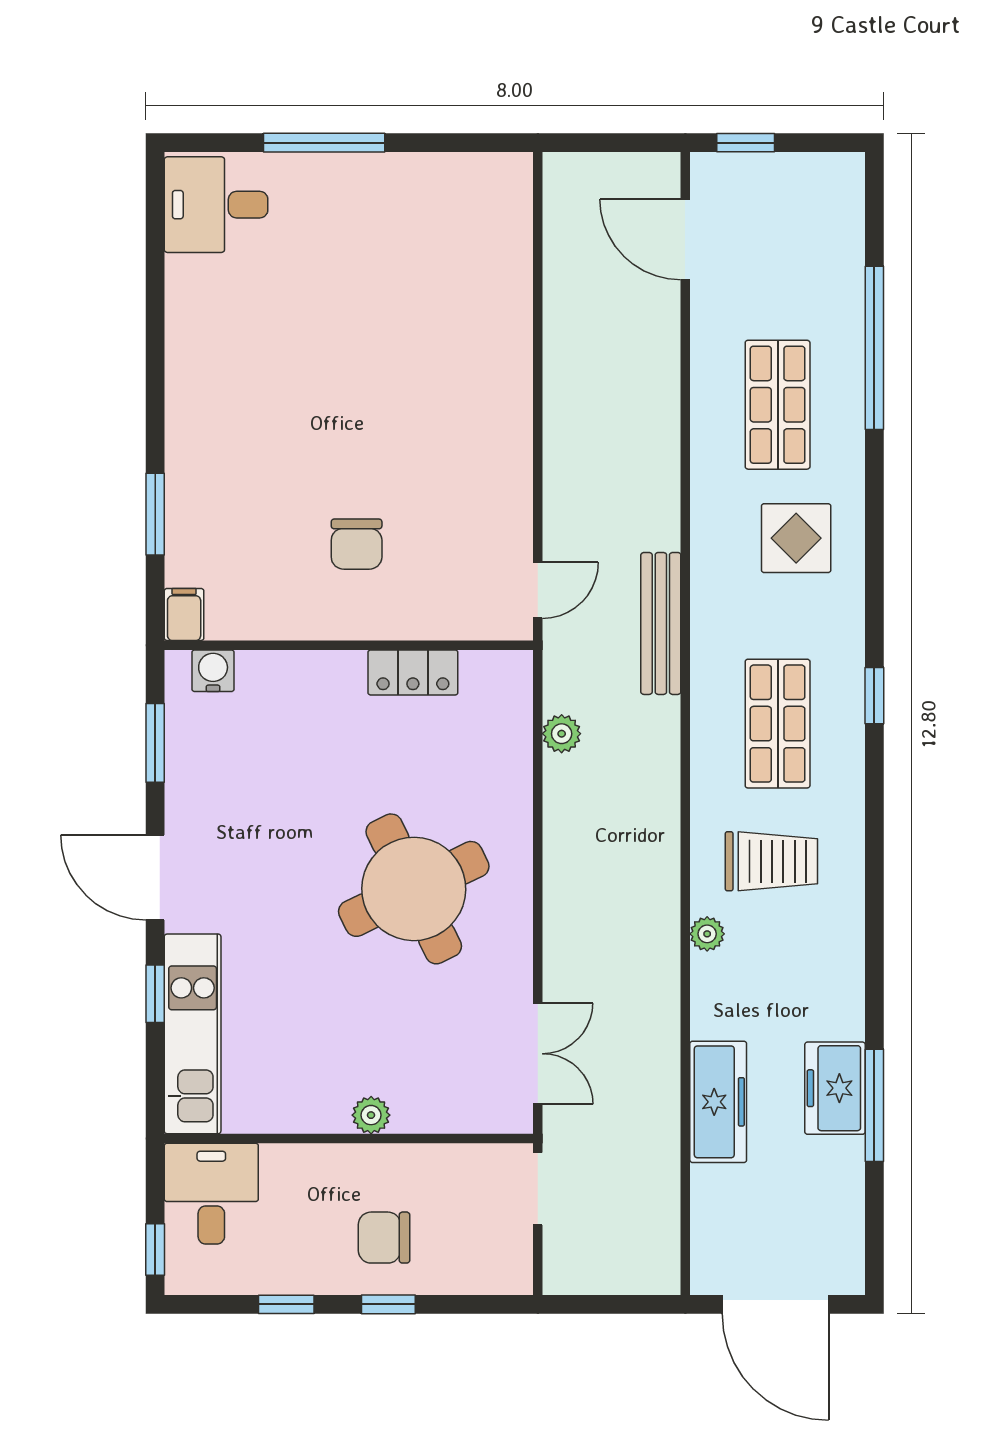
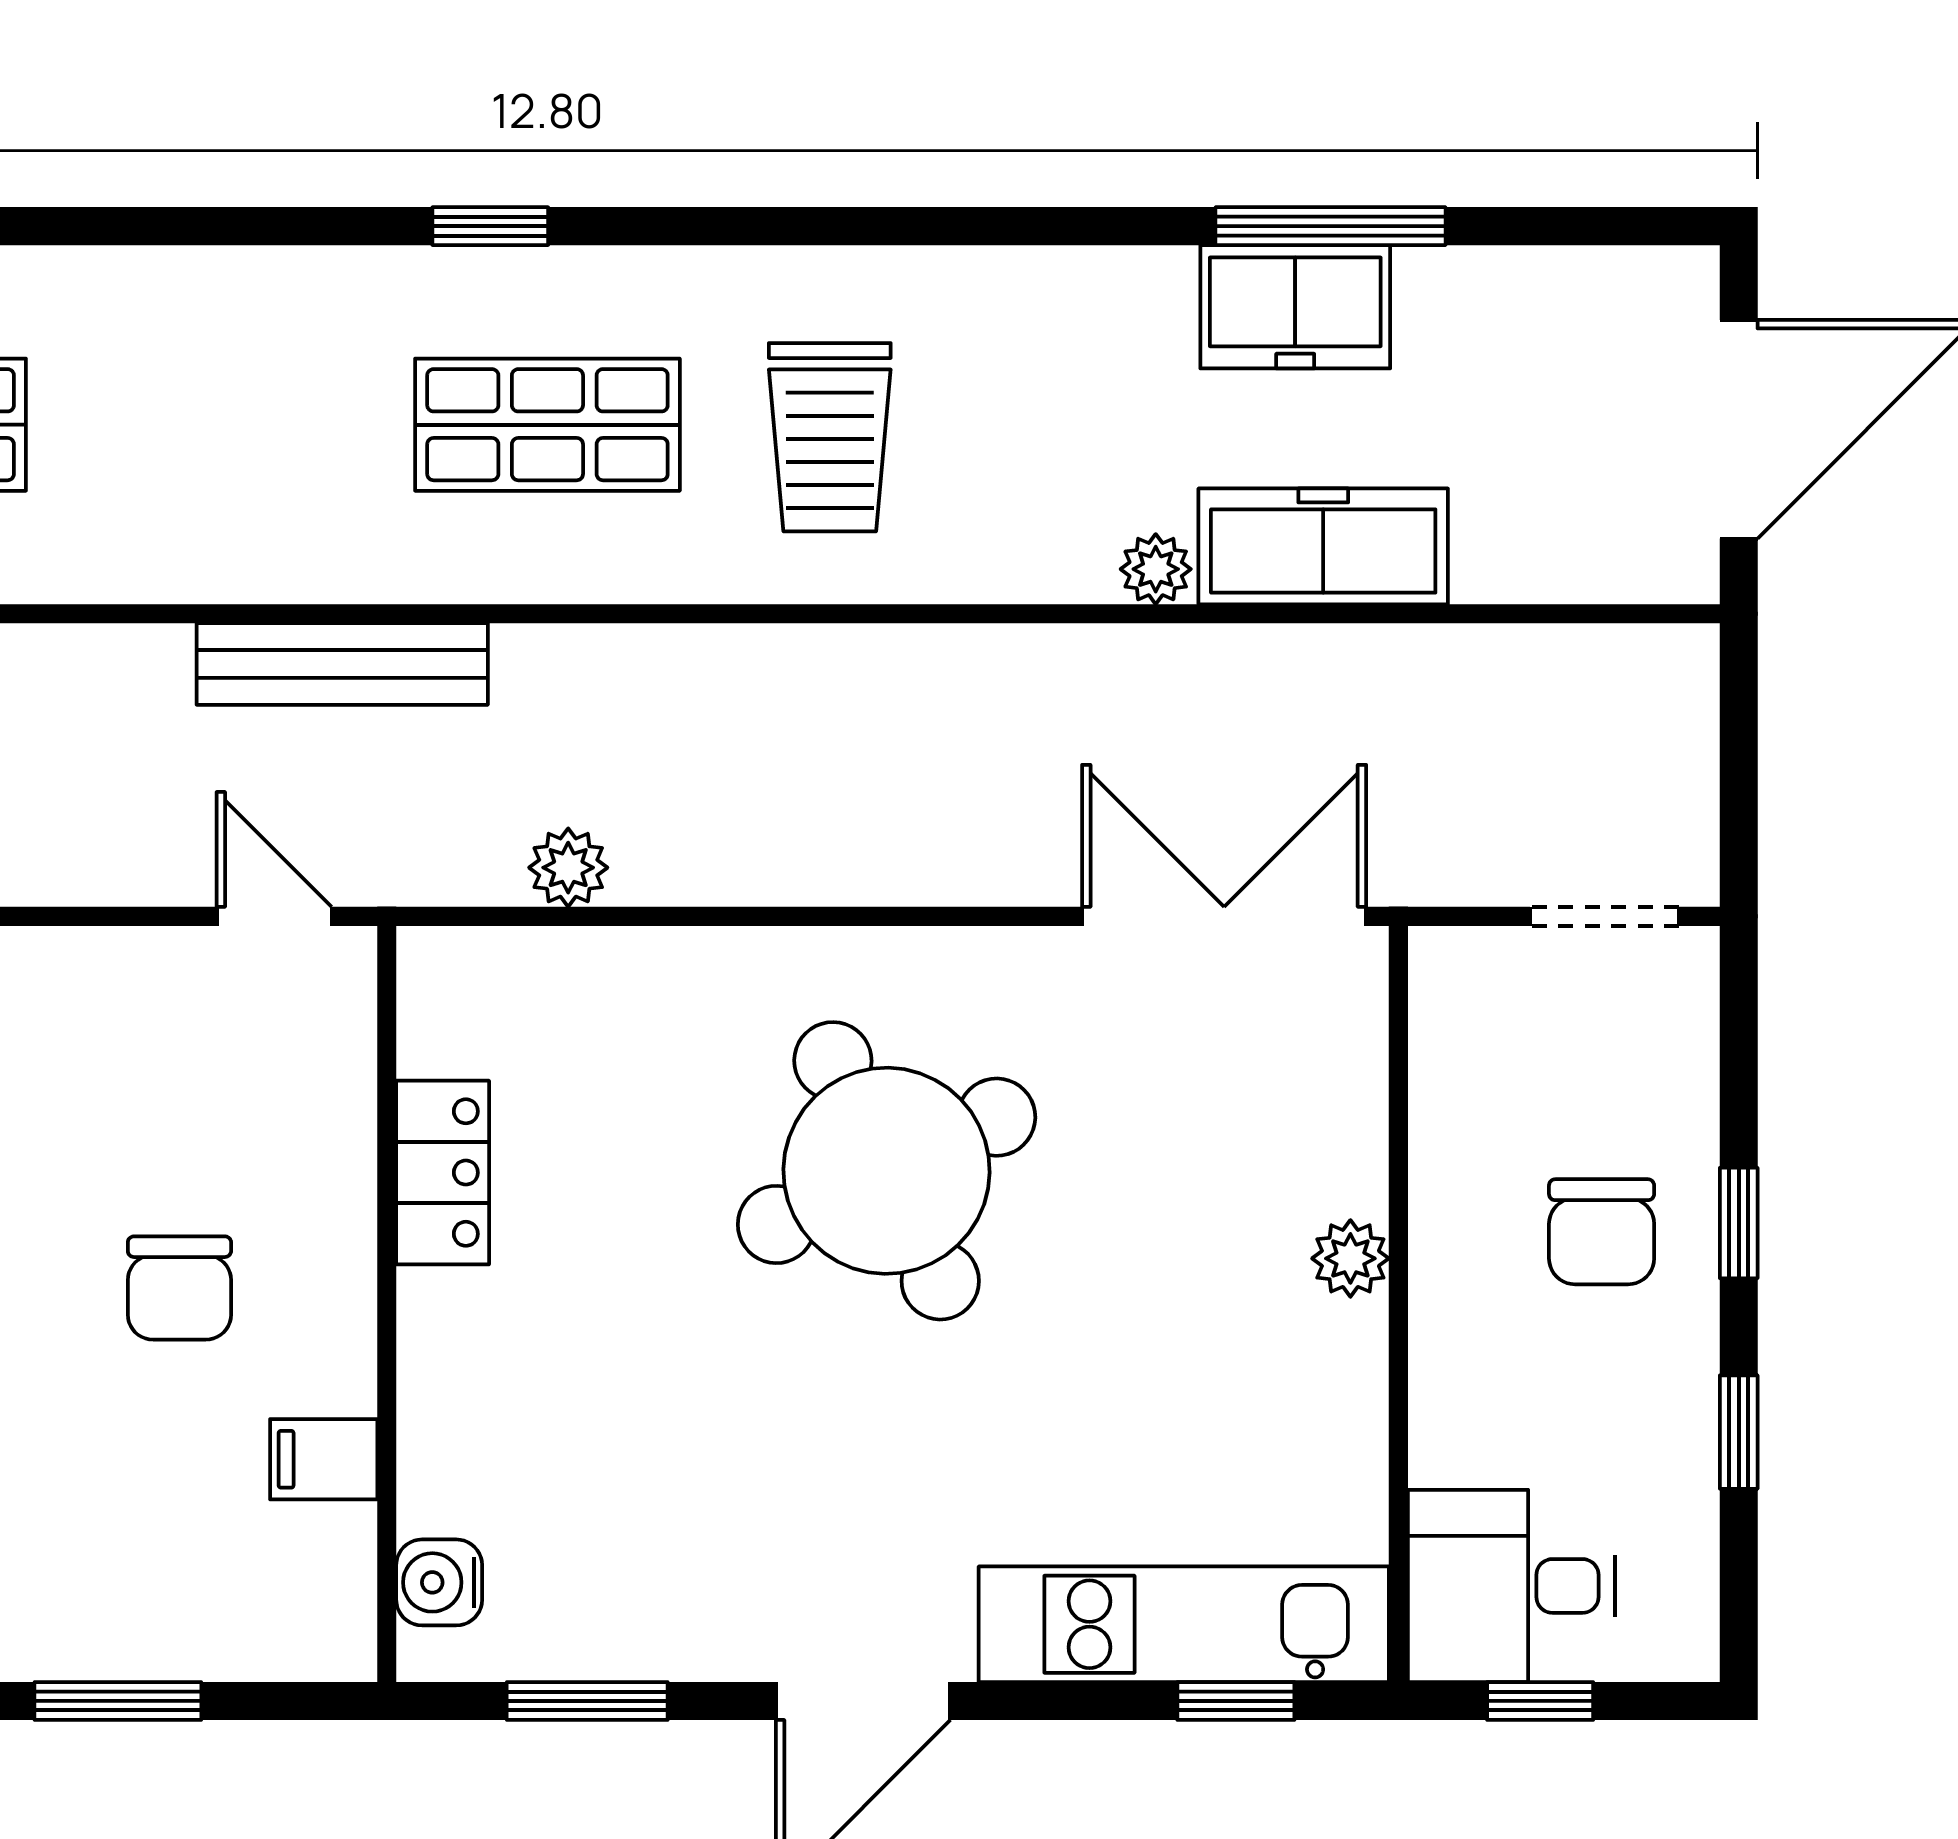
display table: (796, 538) -> (167, 387), removed
chair: (357, 544) -> (179, 1288), turned 90
filing cabinet: (184, 614) -> (324, 1459), moved
trolley: (771, 861) -> (830, 437), turned 180
plant: (707, 934) -> (1156, 569), moved
window: (155, 994) -> (1236, 1701), moved
double door: (538, 1054) -> (1224, 916), width x1.37
doorway: (538, 1189) -> (1605, 916), moved
window: (155, 1249) -> (1540, 1701), moved

